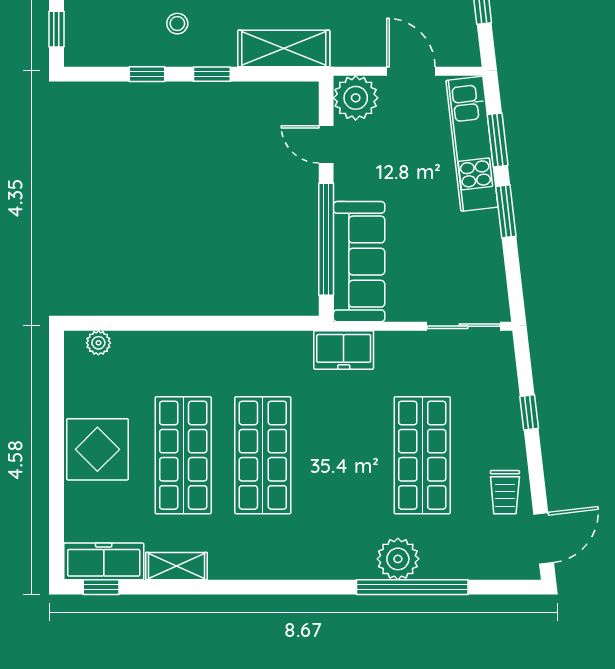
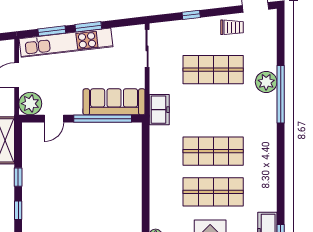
kitchen unit: (472, 144) -> (66, 43), width x1.36
shelving: (176, 566) -> (270, 195), removed
window: (412, 587) -> (281, 94), moved

